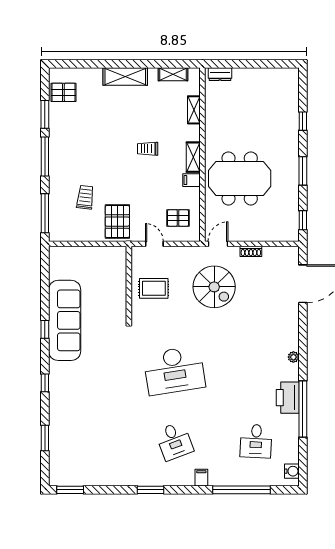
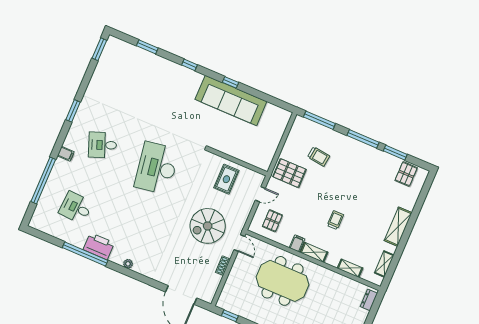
meeting table: (240, 178) -> (283, 281), turned 90
water cooler: (292, 471) -> (41, 225), removed

